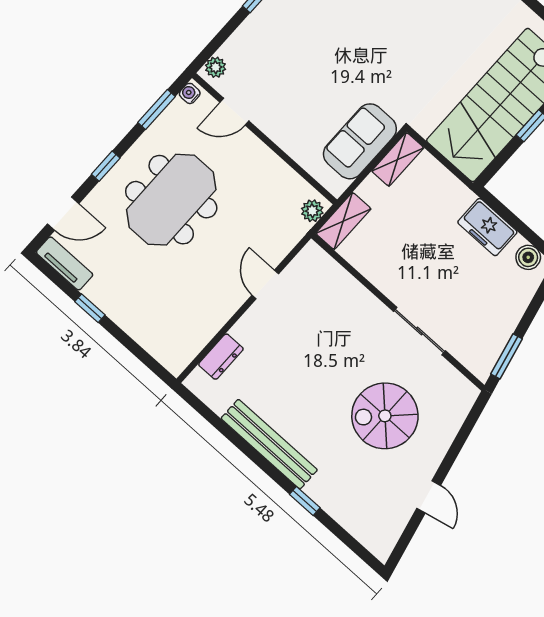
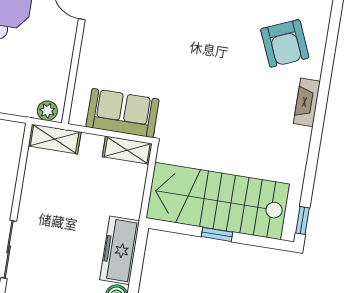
freezer: (487, 227) -> (120, 250), width x1.40

